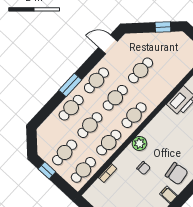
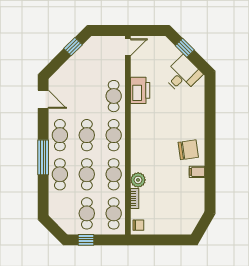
door: (108, 44) -> (43, 99), swing flipped
cafe table: (141, 70) -> (114, 96), moved
window: (70, 85) -> (43, 157), width x1.44
plant: (139, 143) -> (138, 180), moved
chair: (144, 168) -> (138, 225), moved

